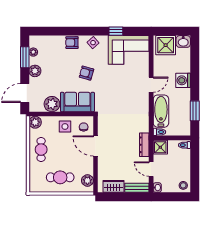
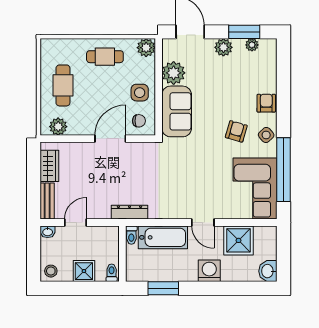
window: (116, 31) -> (283, 170), width x3.17
shower: (166, 45) -> (239, 240), moved
armchair: (86, 73) -> (236, 131), moved
dresser: (144, 145) -> (130, 212), moved
shower: (160, 147) -> (84, 271), moved

